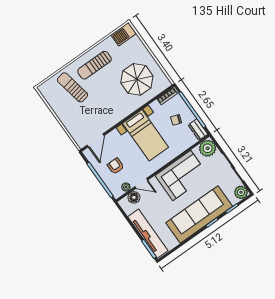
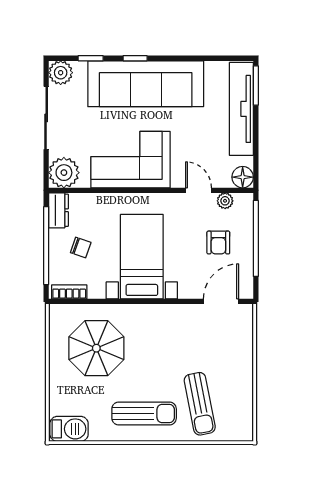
floor lamp: (134, 197) -> (243, 177), moved

